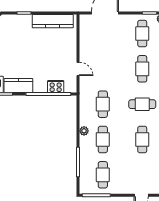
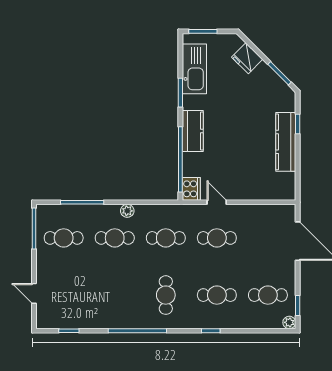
kitchen counter: (53, 21) -> (286, 142), moved
door: (78, 69) -> (217, 202), swing flipped
kitchen counter: (18, 86) -> (193, 131), moved
cooker: (56, 87) -> (191, 189), moved
cafe table: (142, 139) -> (217, 238), moved

